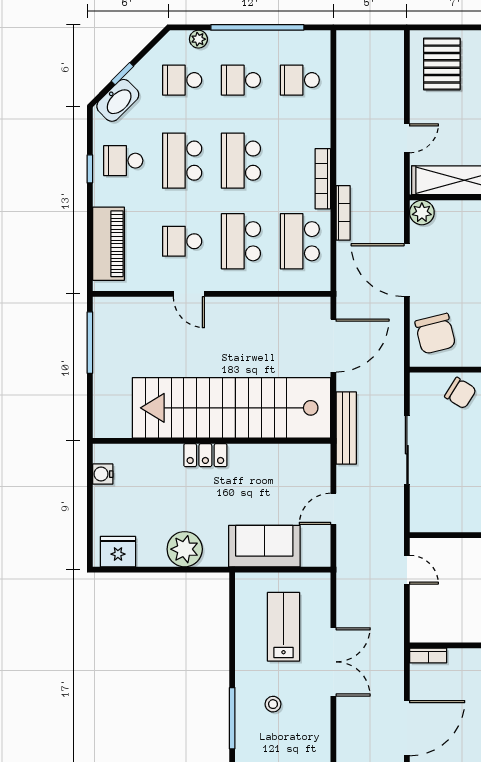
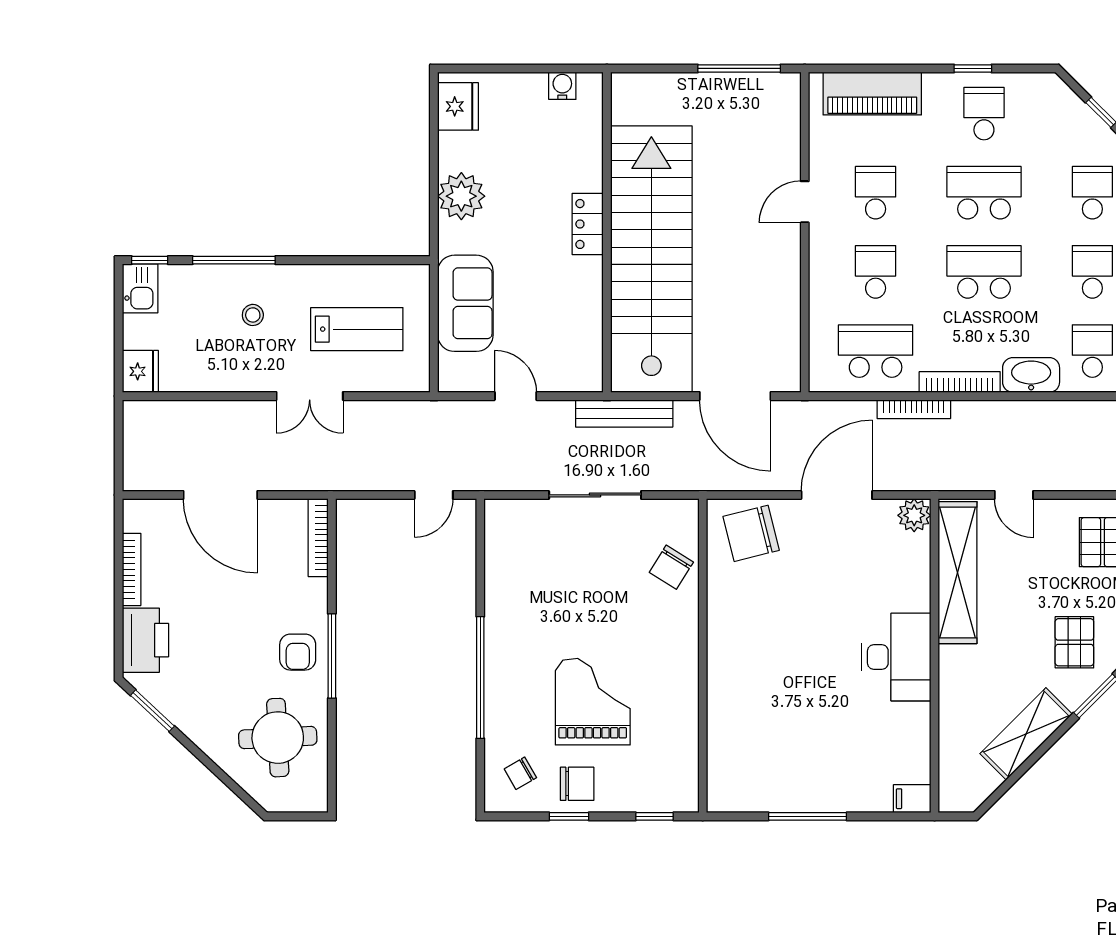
washbasin: (118, 100) -> (1031, 375), moved, turned 135
school desk: (241, 241) -> (876, 272), width x0.54
bookcase: (428, 656) -> (318, 538), width x1.56
double door: (333, 662) -> (310, 396), width x0.73

